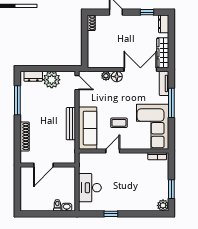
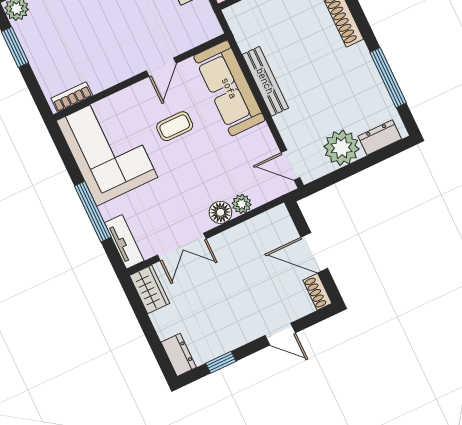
door: (85, 40) -> (314, 253), added
wardrobe: (163, 53) -> (150, 289), width x0.67
double door: (140, 70) -> (182, 247), width x0.73

